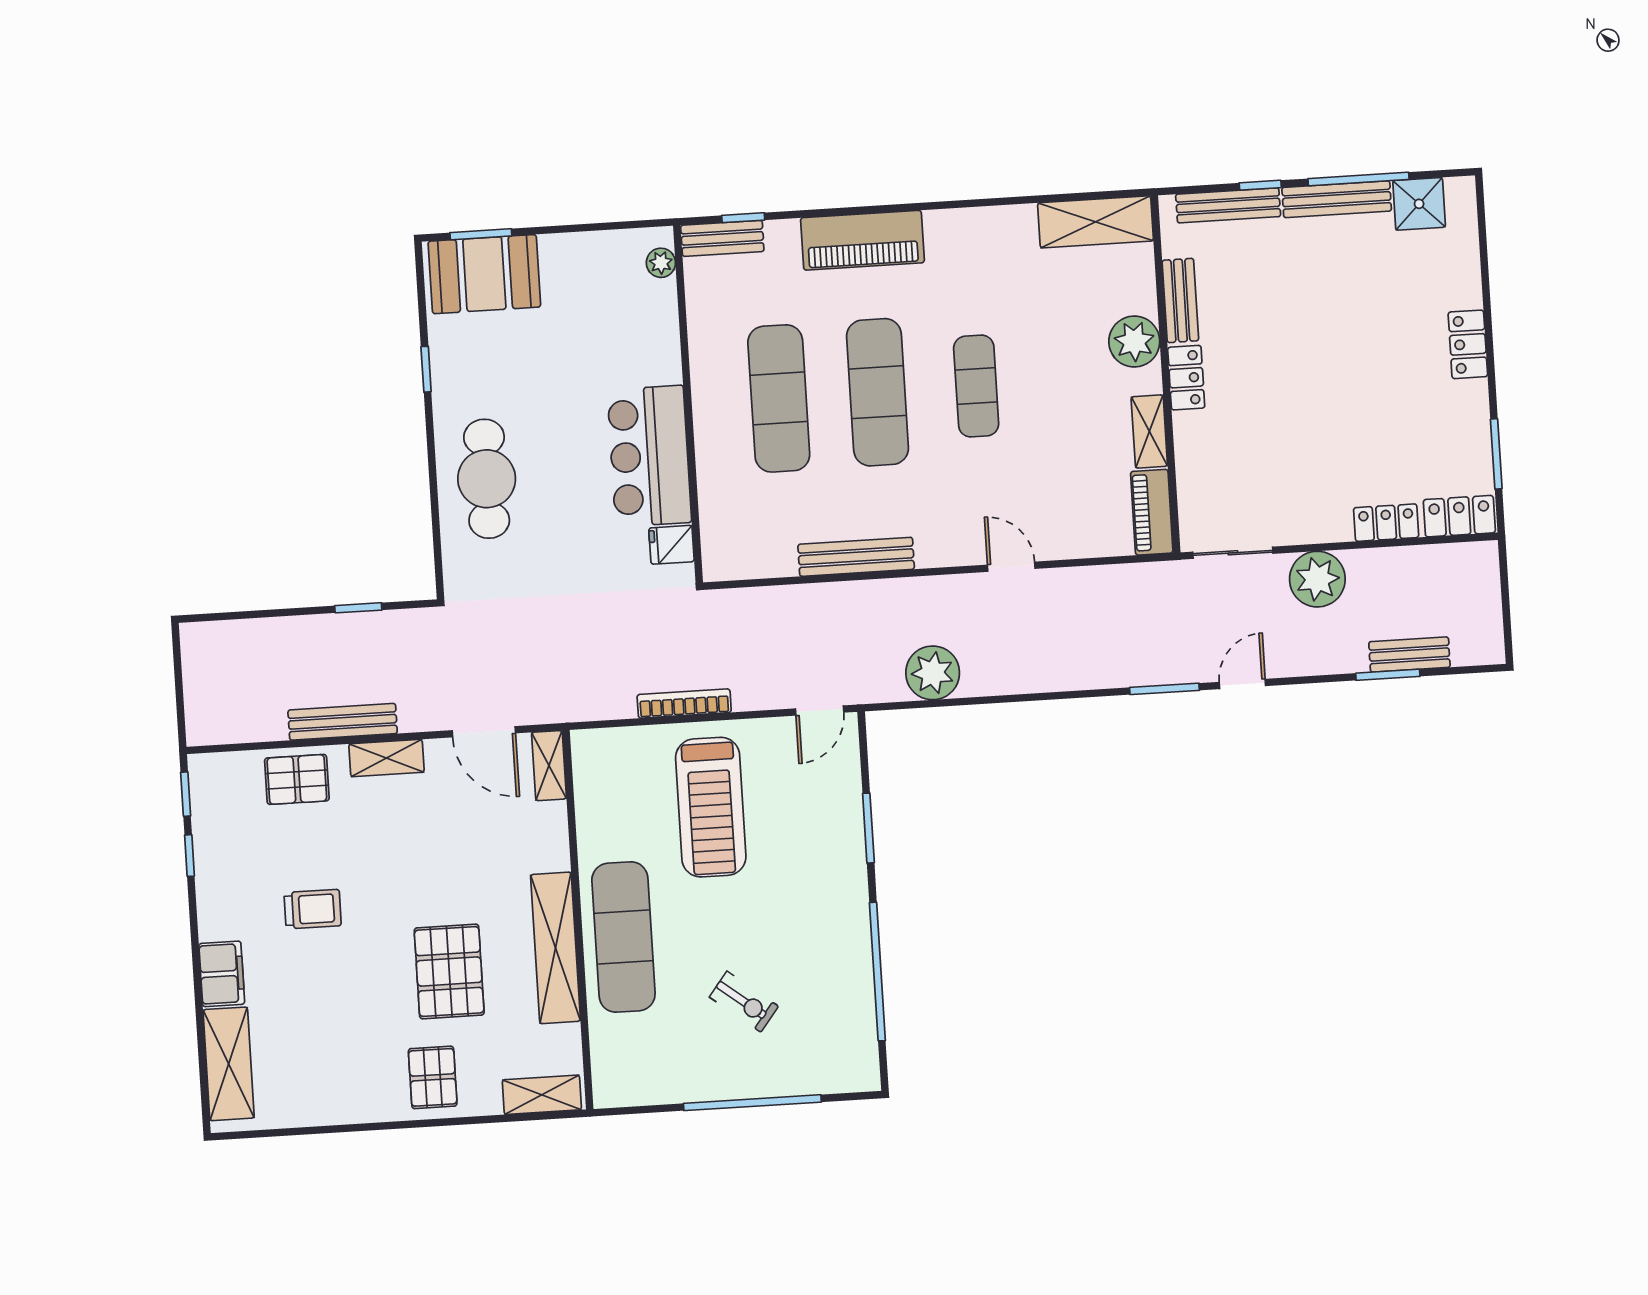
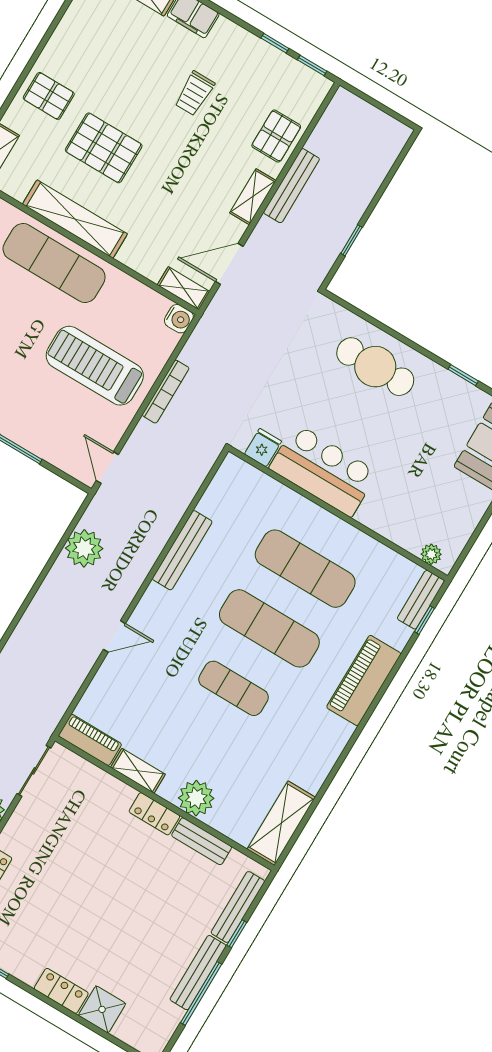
shower: (1419, 204) -> (102, 1009), moved
water cooler: (588, 747) -> (179, 319), added

